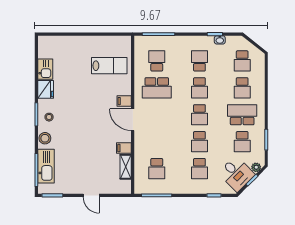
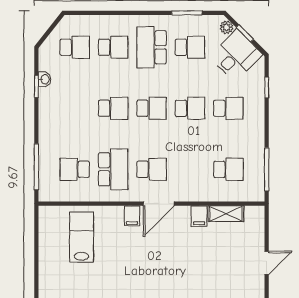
school desk: (199, 61) -> (152, 169), moved, turned 180

